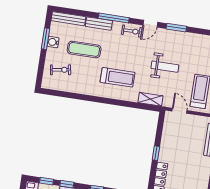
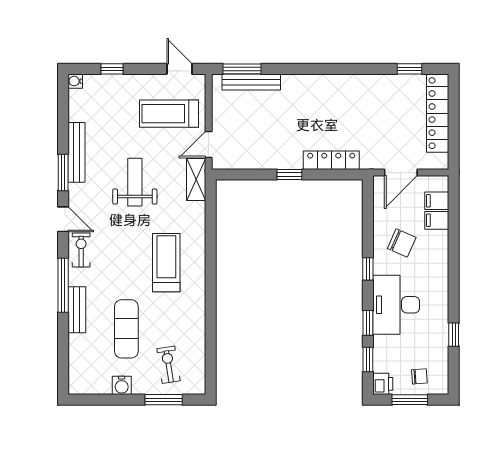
bench: (68, 19) -> (76, 152), moved
window: (45, 39) -> (164, 400), moved
shelving: (150, 99) -> (196, 180), moved

